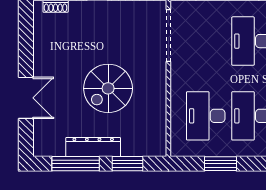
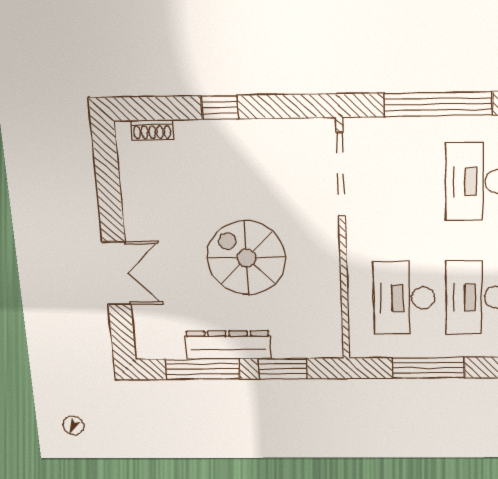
spiral stairs: (108, 88) -> (246, 258), turned 90
window: (221, 164) -> (428, 368), width x1.44

